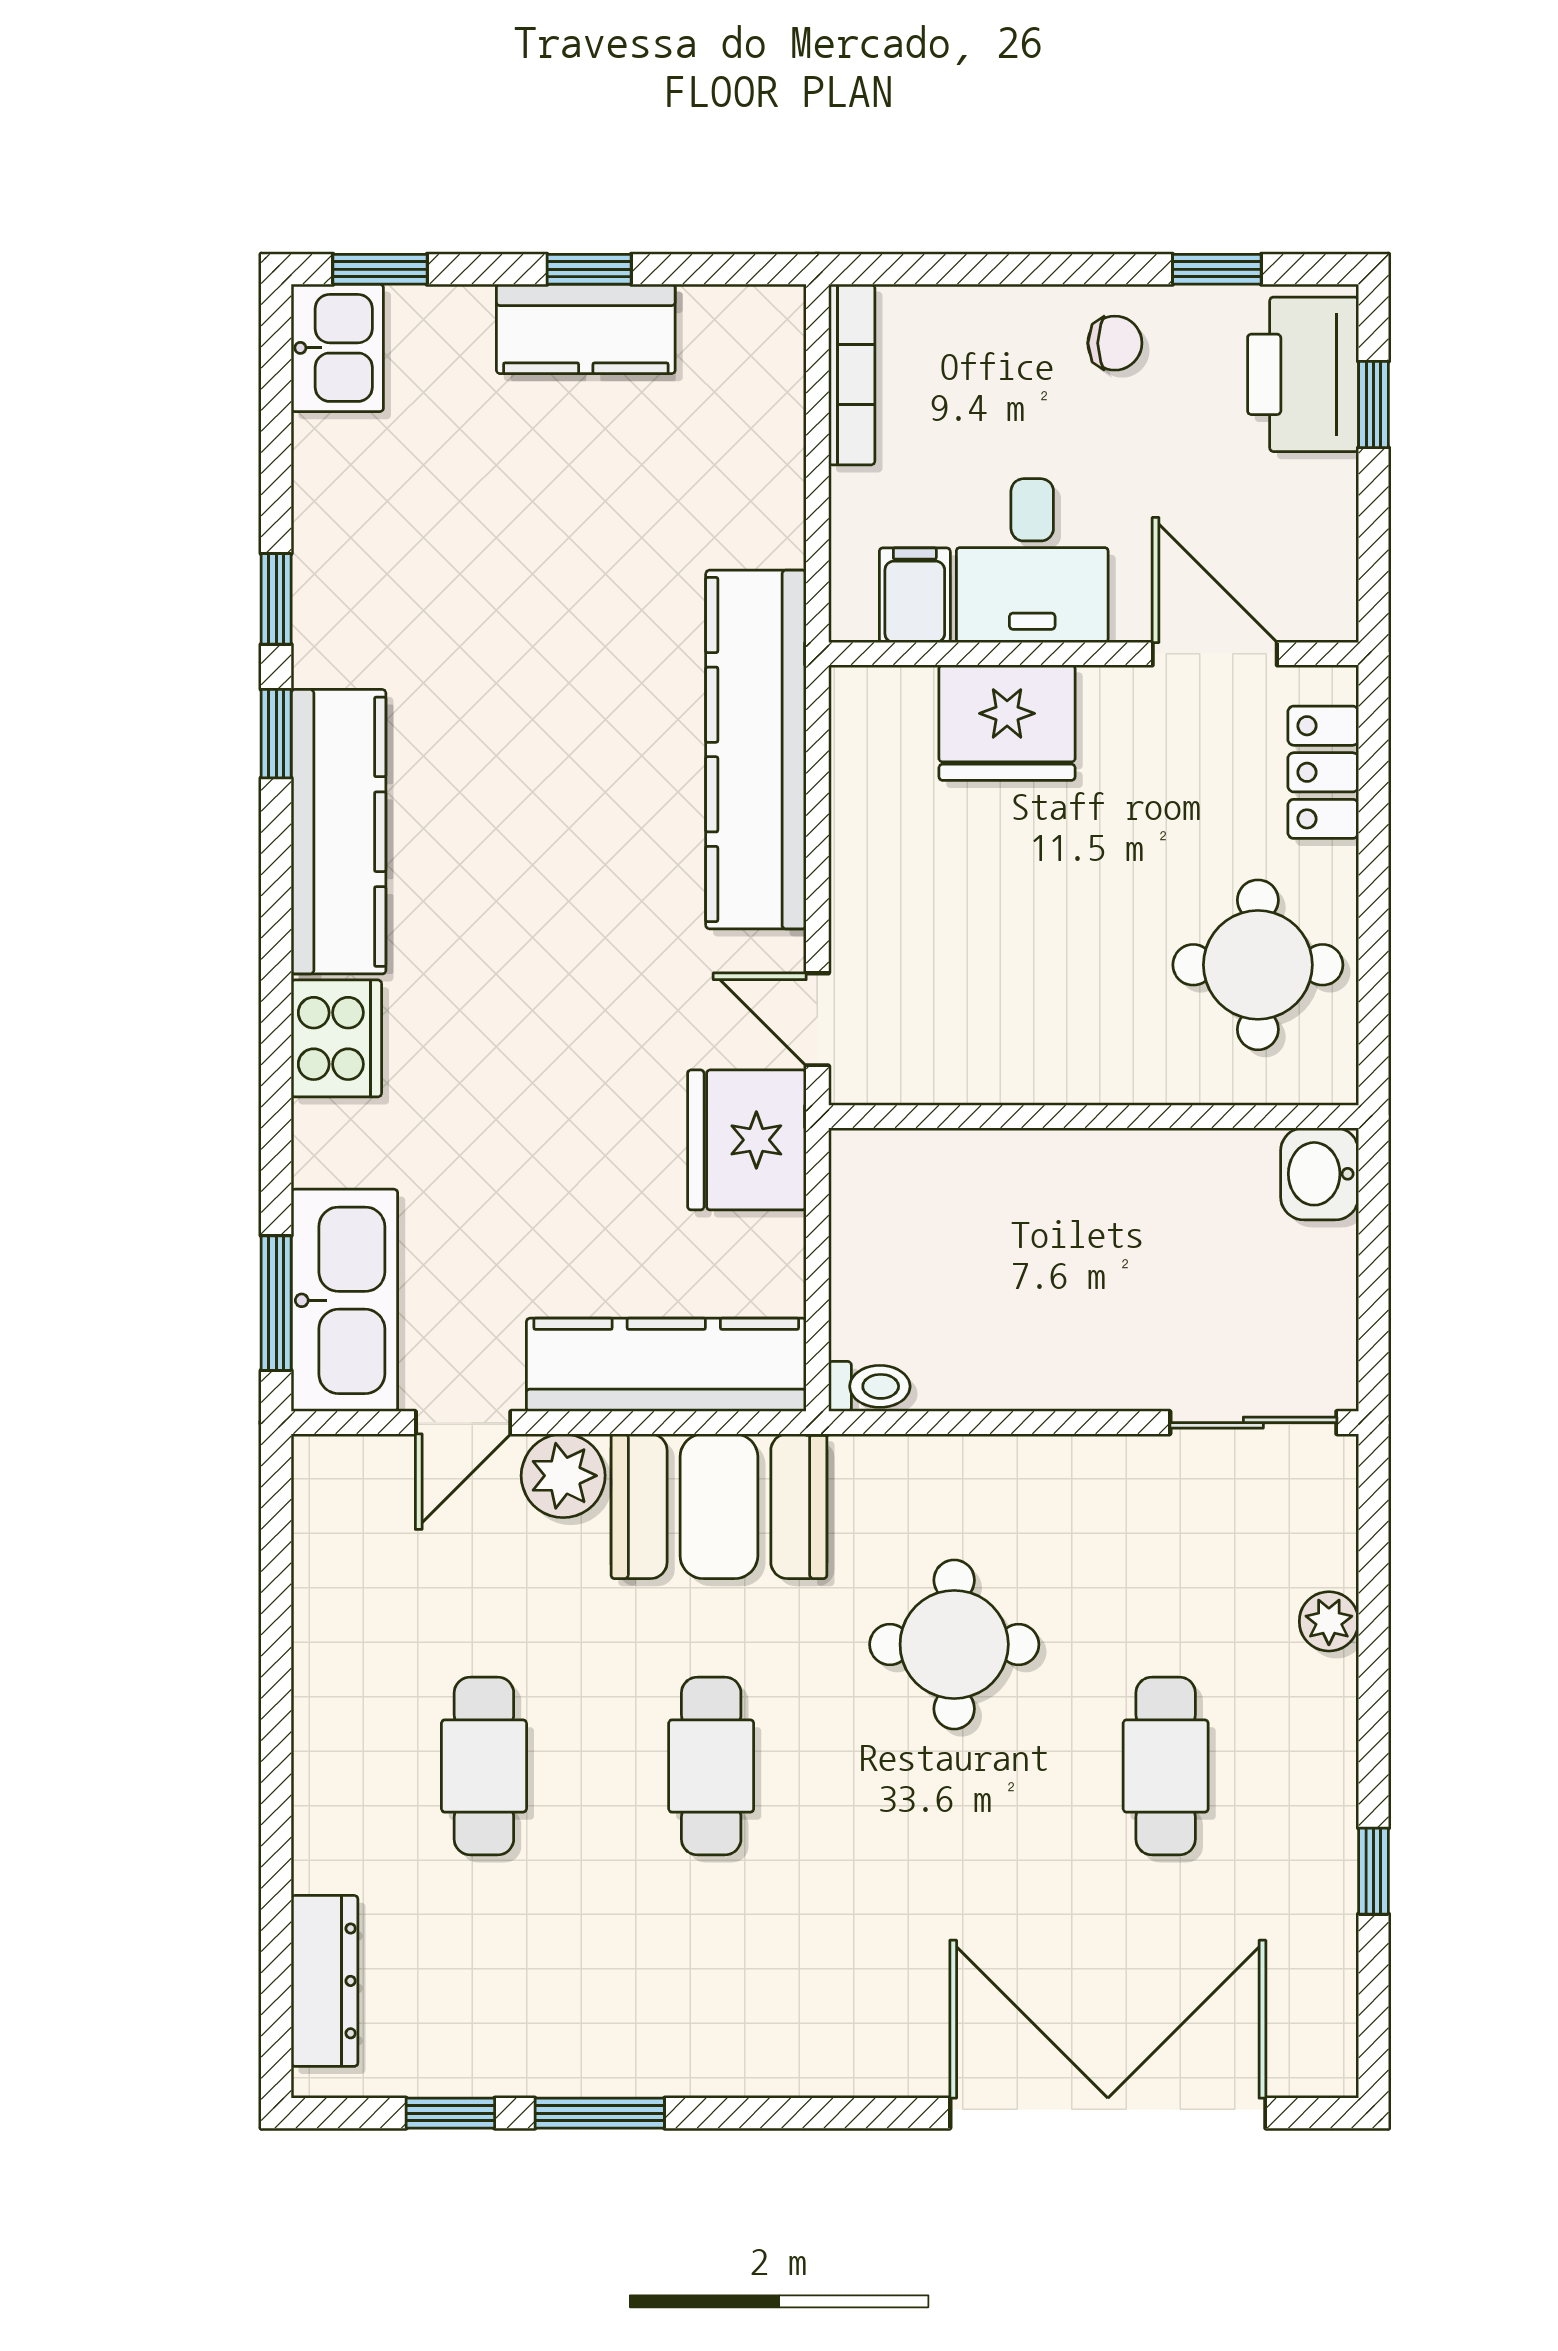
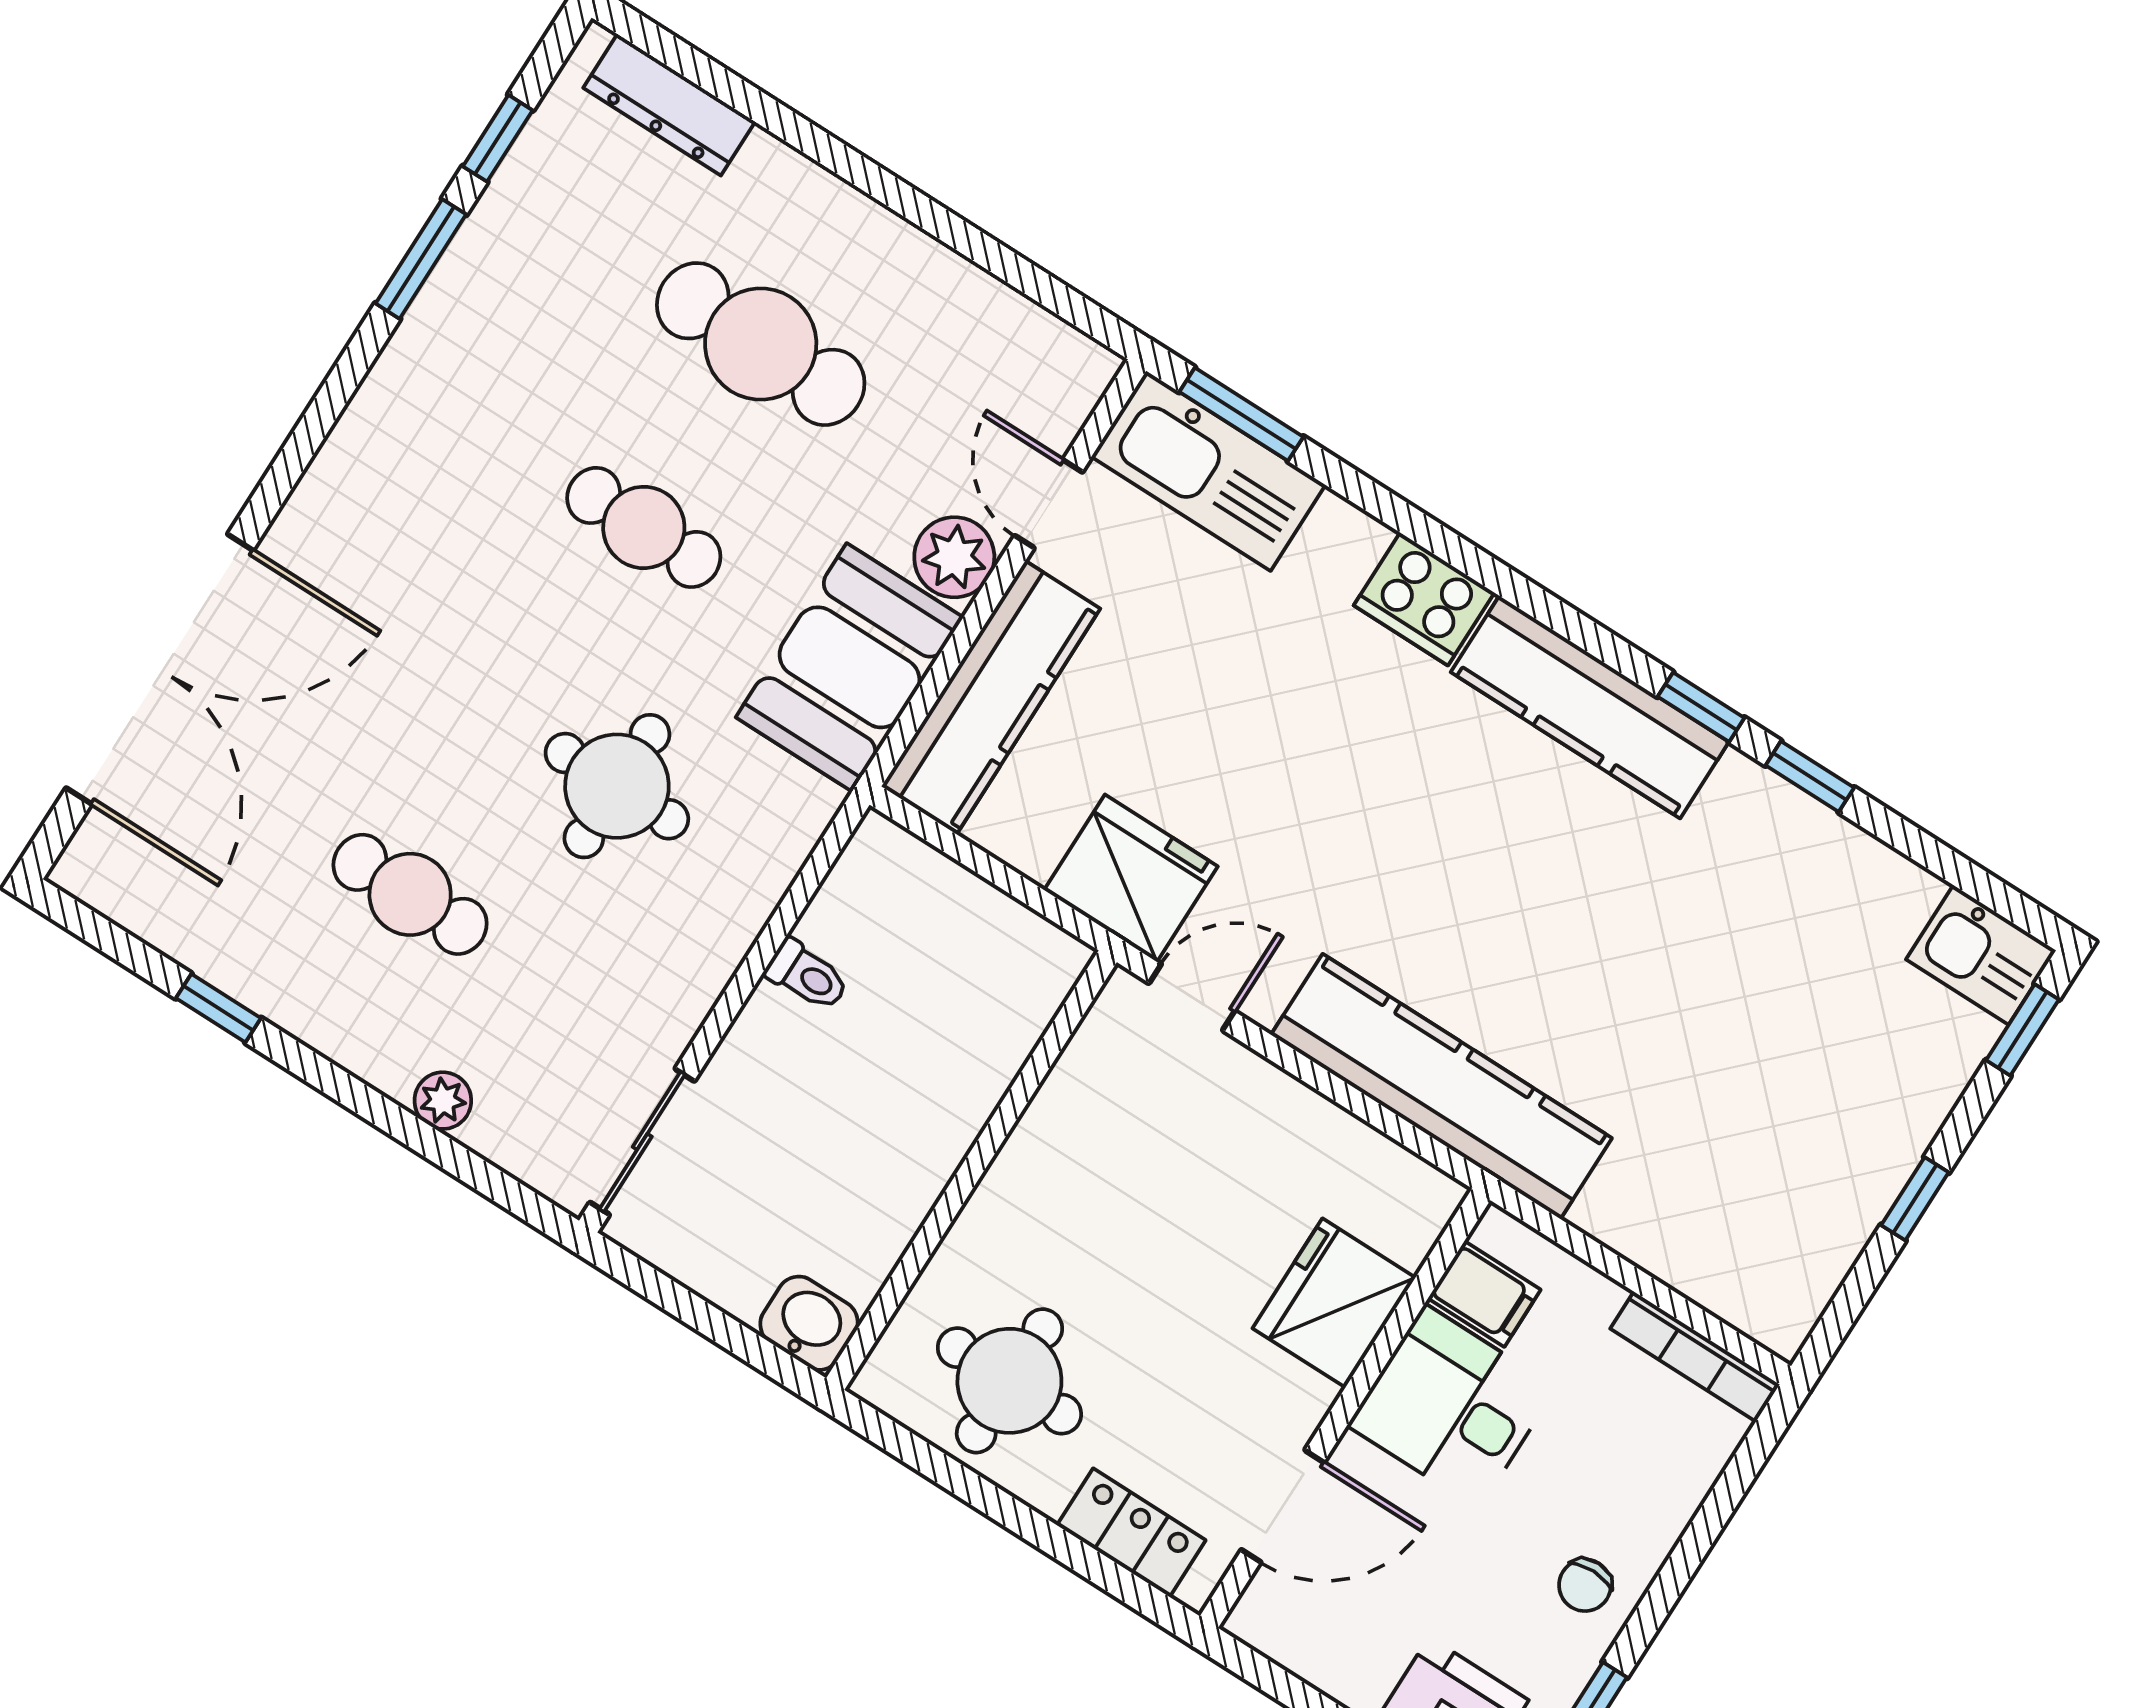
kitchen counter: (586, 329) -> (1868, 1165), removed
toilet: (869, 1386) -> (807, 975), moved, turned -90
cafe table: (484, 1766) -> (761, 344), width x1.37, depth x1.35

